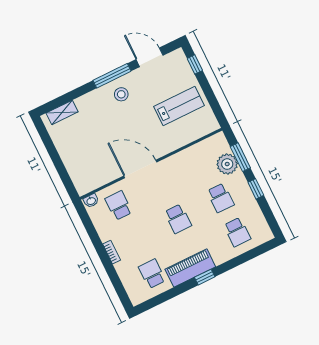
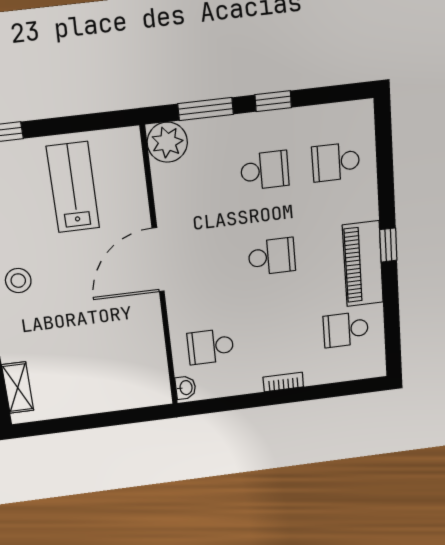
plant: (227, 164) -> (167, 142), moved
door: (140, 169) -> (158, 260), moved
school desk: (237, 232) -> (336, 162), turned 180

